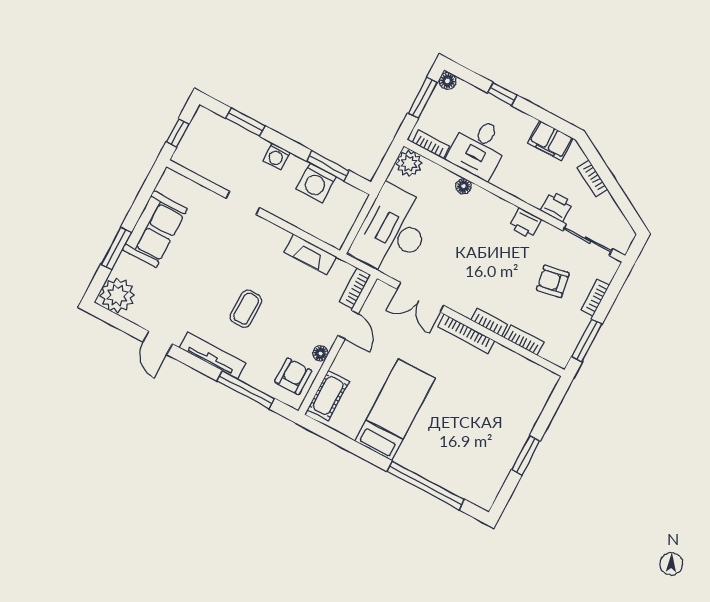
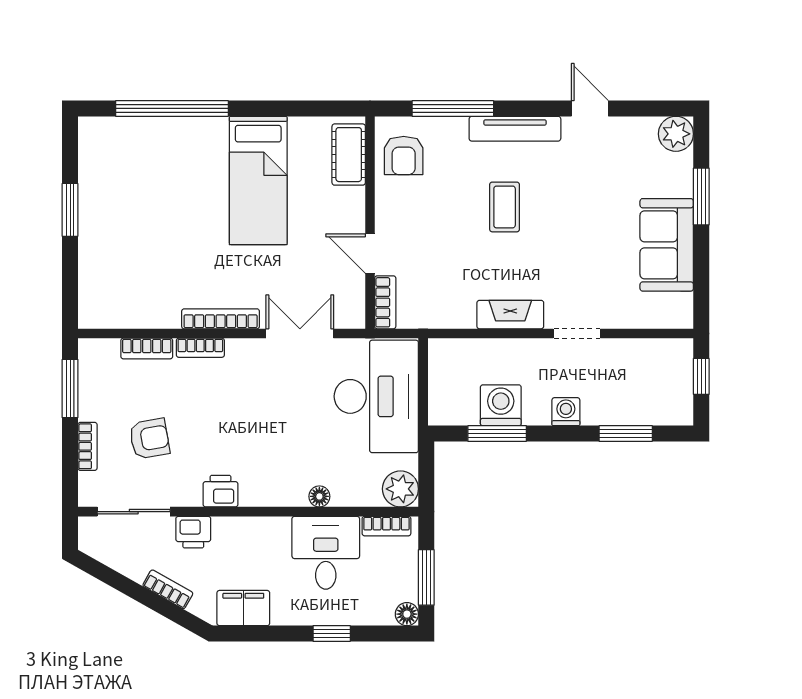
fireplace: (310, 254) -> (510, 315), moved
plant: (117, 295) -> (676, 134), width x0.73, depth x0.73
floor lamp: (321, 353) -> (385, 201), removed

